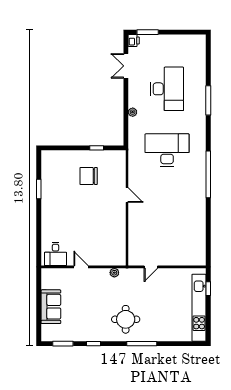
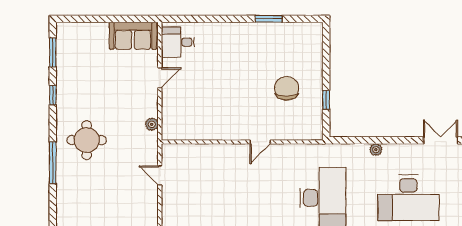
sofa: (51, 307) -> (133, 36), moved

